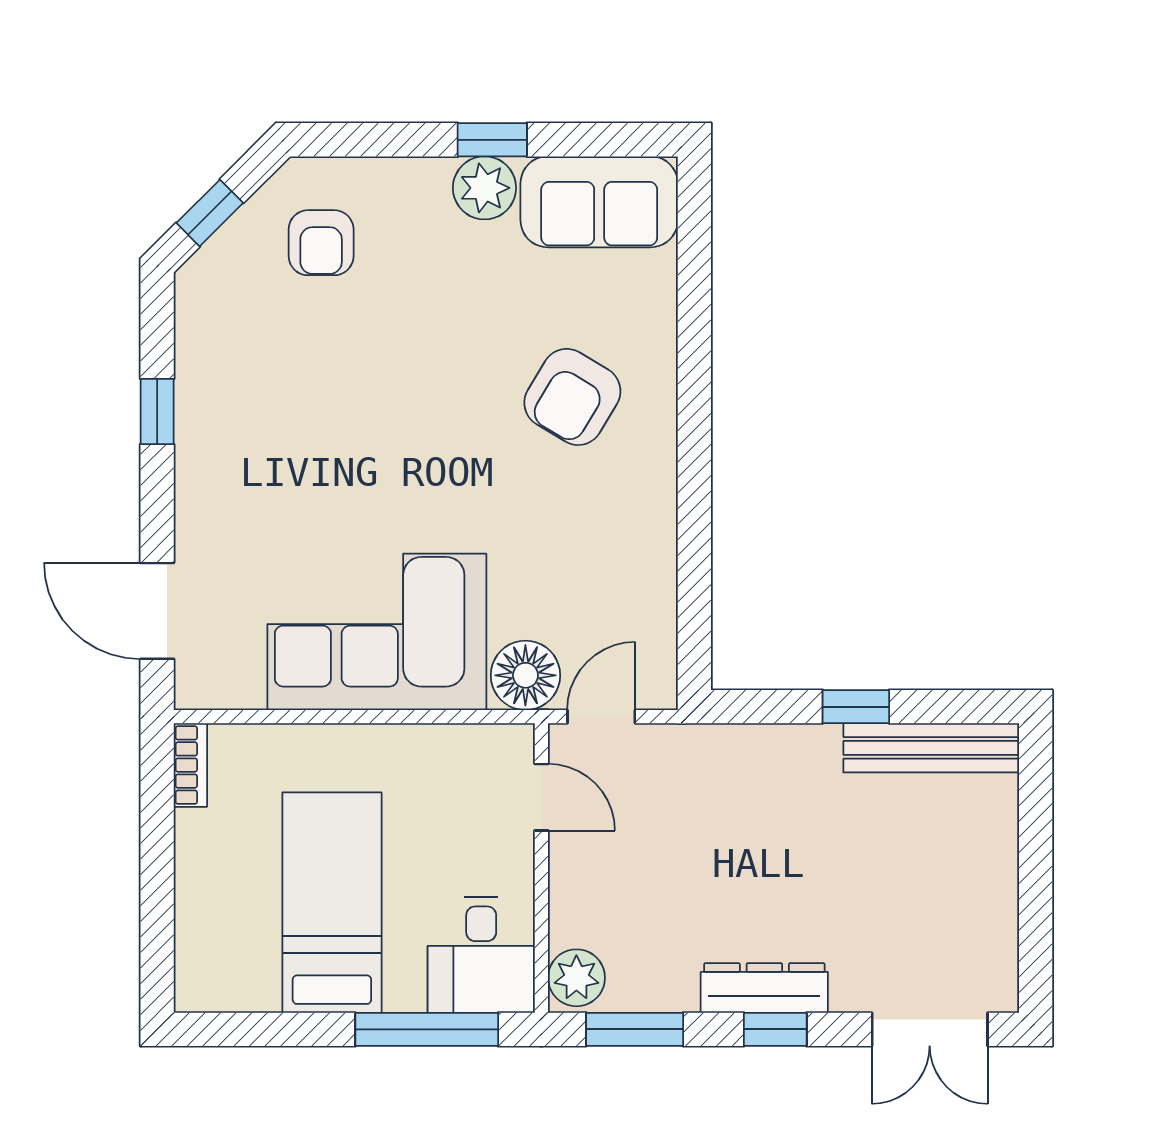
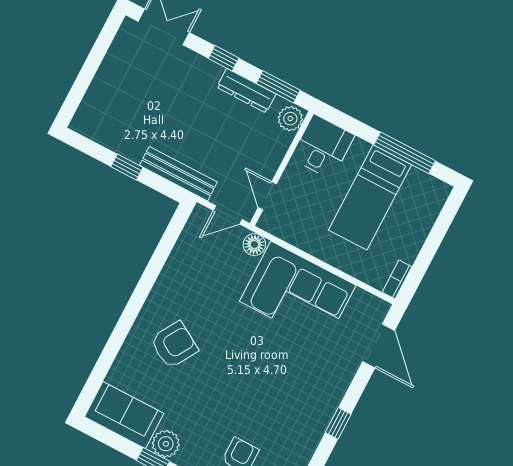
floor lamp: (525, 675) -> (254, 245), width x0.73, depth x0.73
bench: (931, 748) -> (178, 174), moved
dresser: (764, 988) -> (246, 91), moved
window: (427, 1029) -> (405, 153), moved

